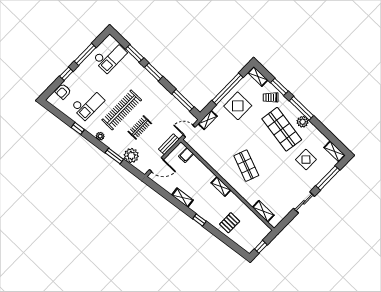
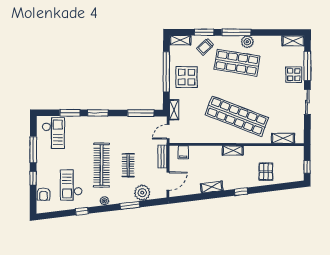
checkout: (88, 104) -> (71, 185), turned 180
display table: (306, 160) -> (294, 75), moved
shop shelf: (246, 166) -> (237, 116), width x2.00, depth x1.36

